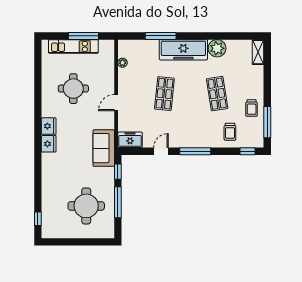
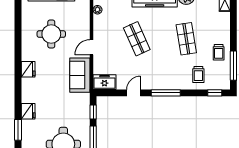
shop shelf: (164, 94) -> (137, 39), turned -30
fridge: (49, 144) -> (28, 111), moved
sofa: (104, 148) -> (80, 75), moved
window: (38, 191) -> (18, 130), added

